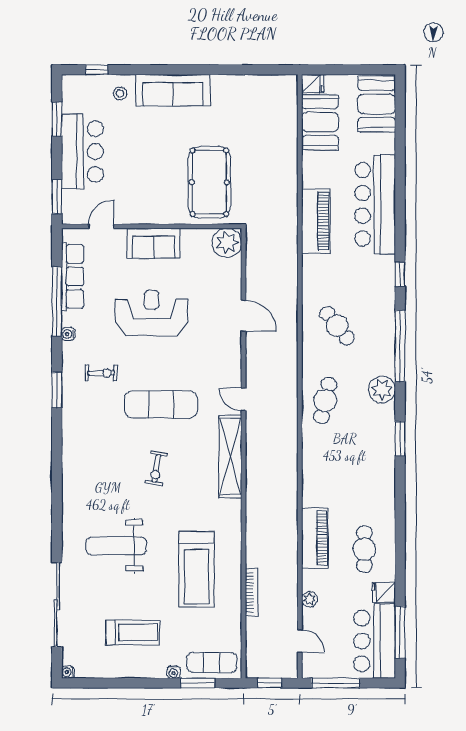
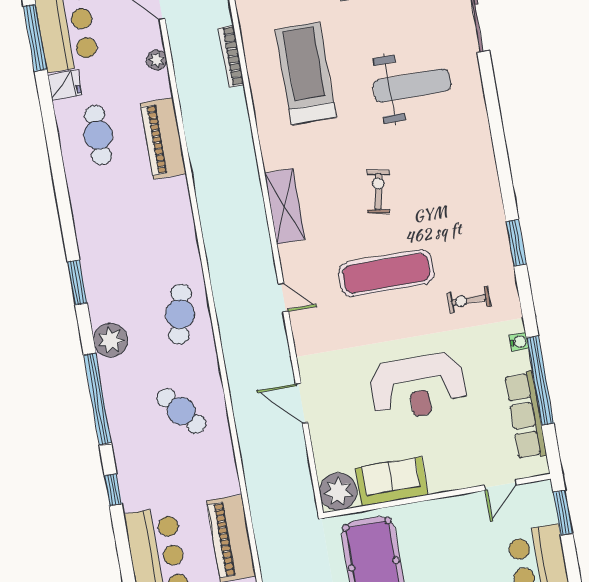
sofa: (154, 243) -> (392, 482), moved
window: (57, 390) -> (516, 243), moved
shelving: (230, 456) -> (285, 206), width x0.68

